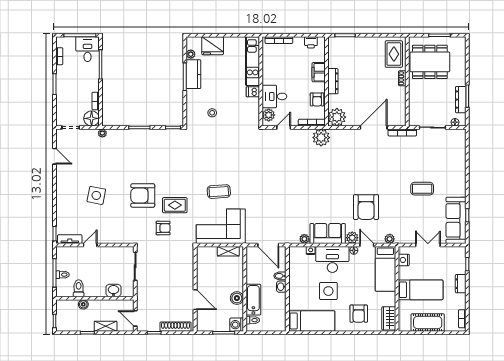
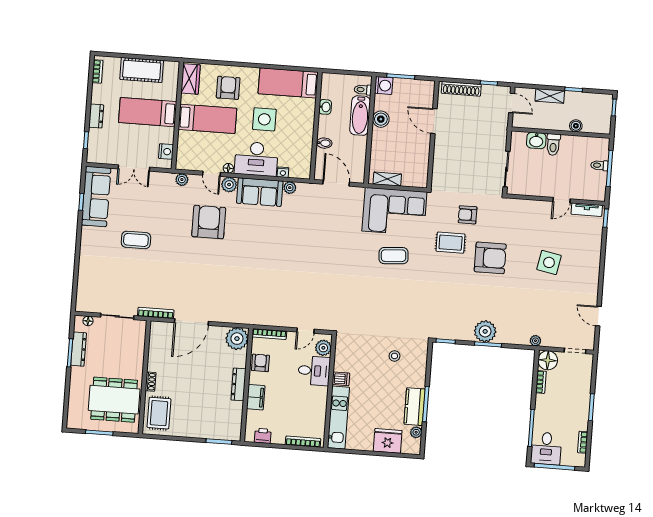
plant: (321, 138) -> (485, 331), moved
bed: (385, 269) -> (207, 119), moved, turned 90
washbasin: (281, 287) -> (325, 107), moved
toilet: (79, 288) -> (553, 145), moved

